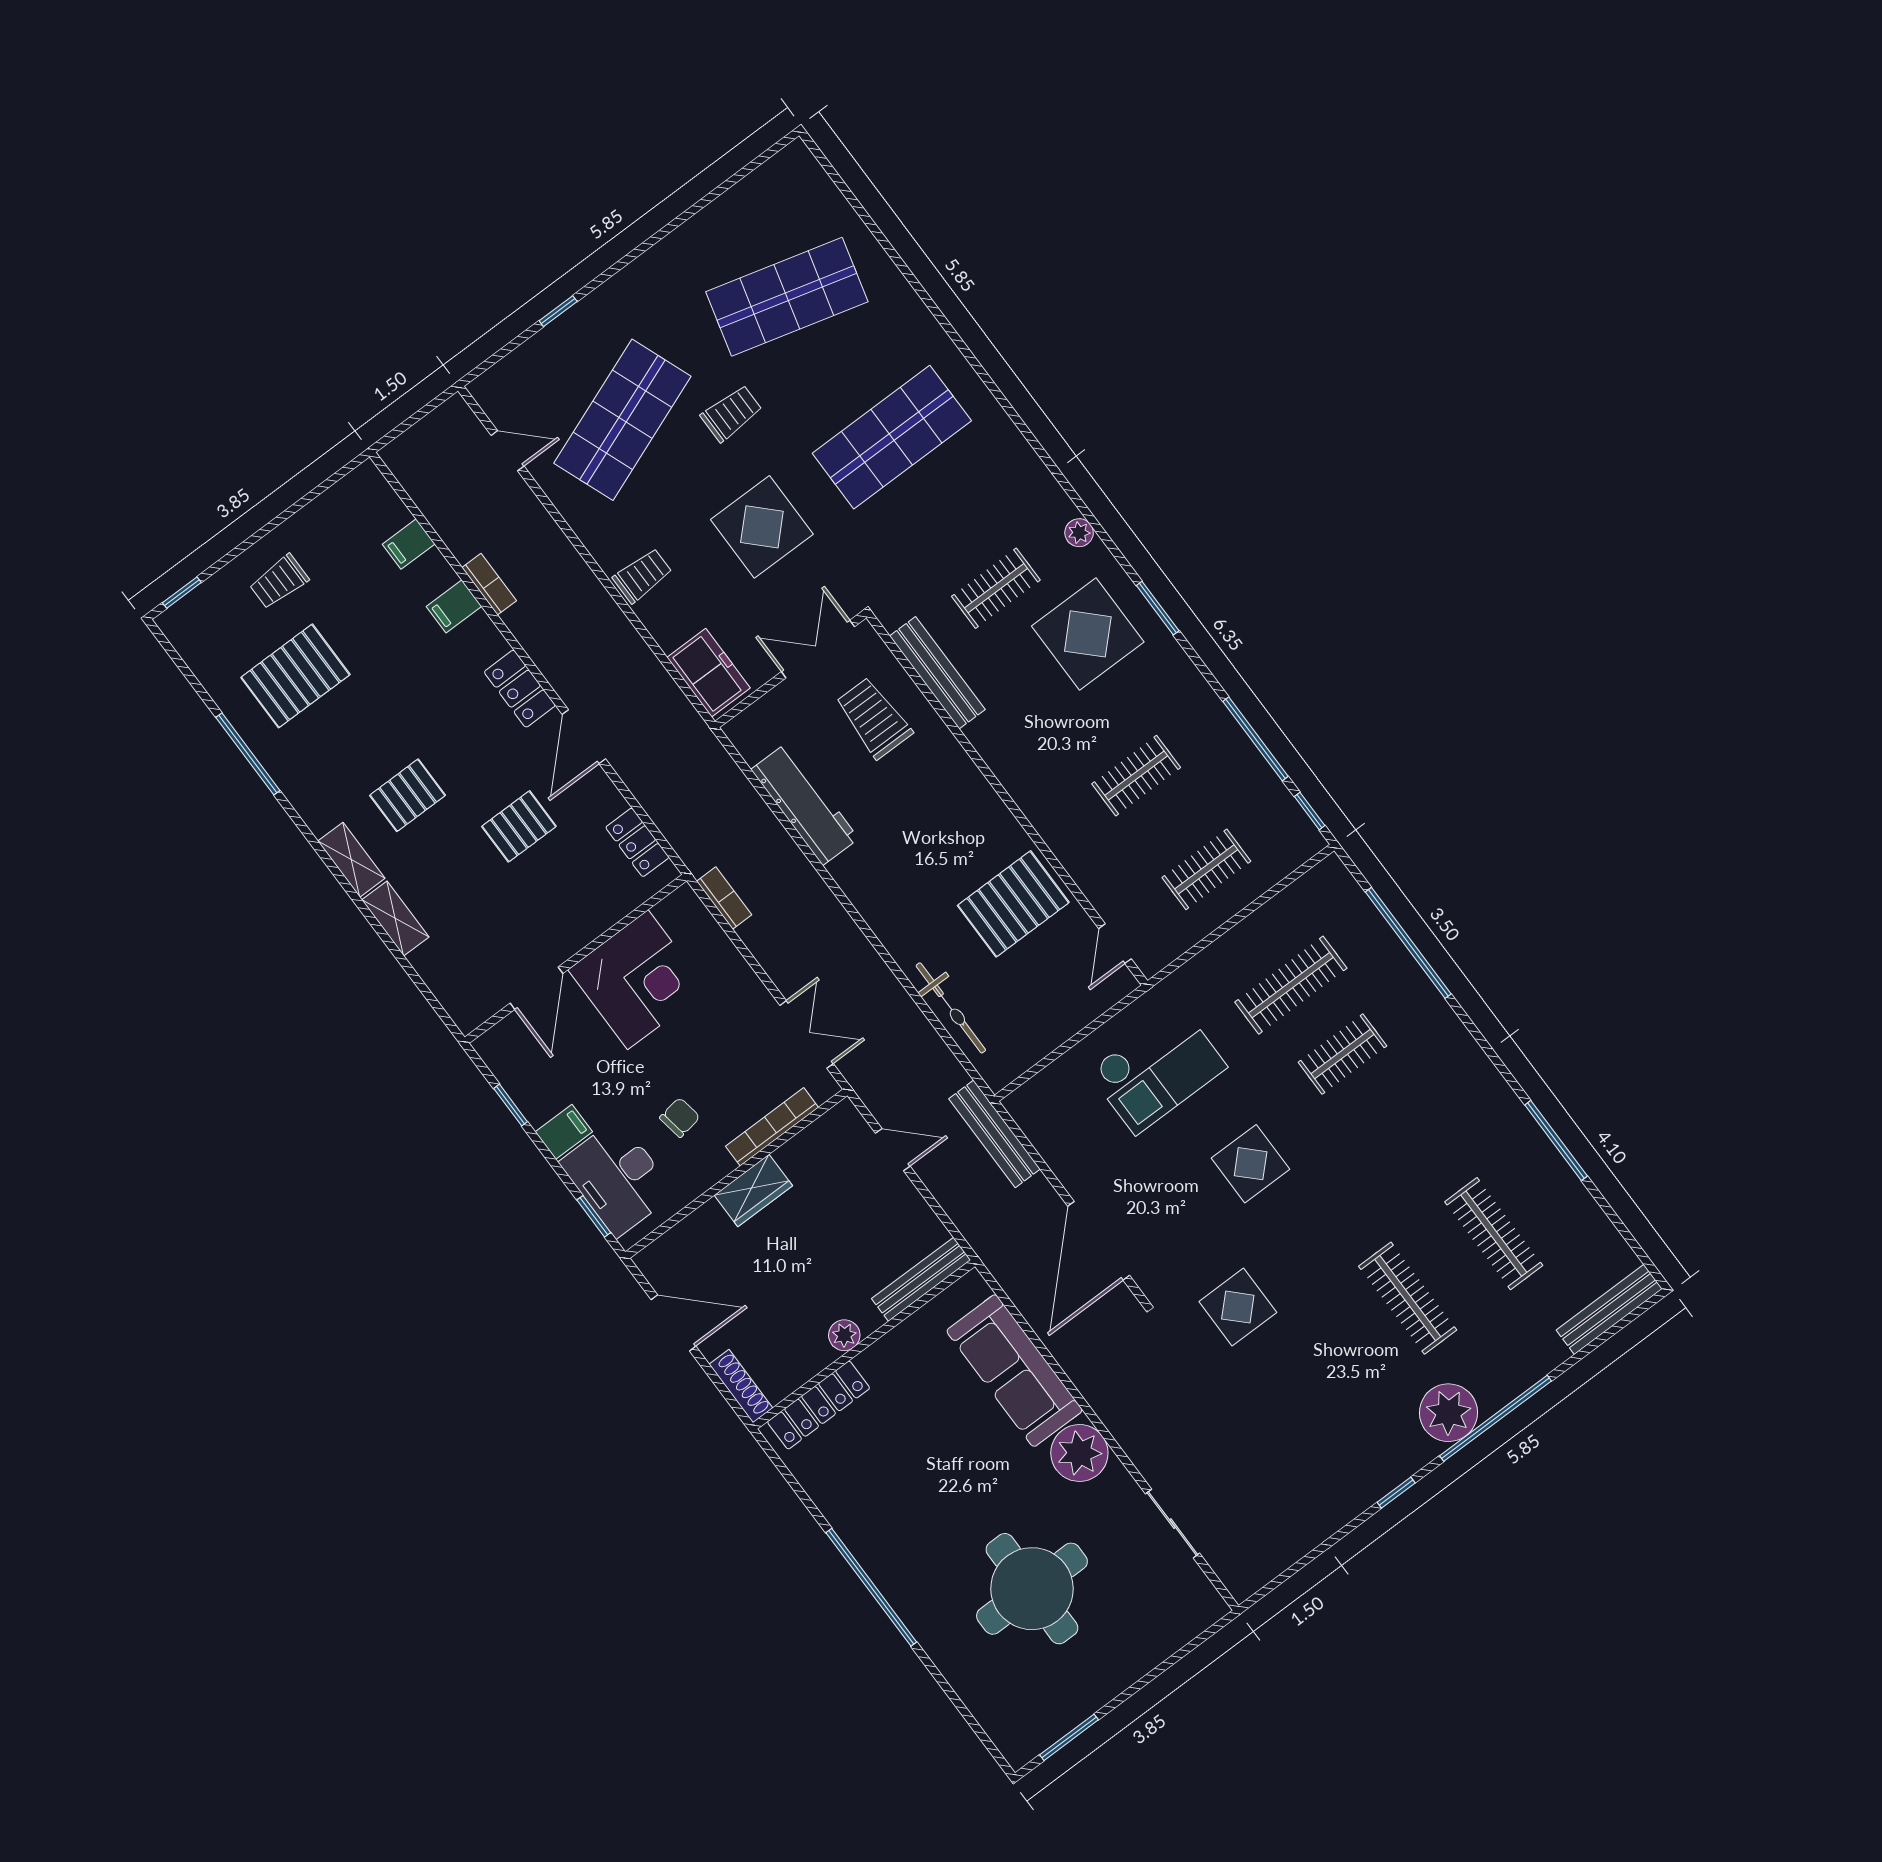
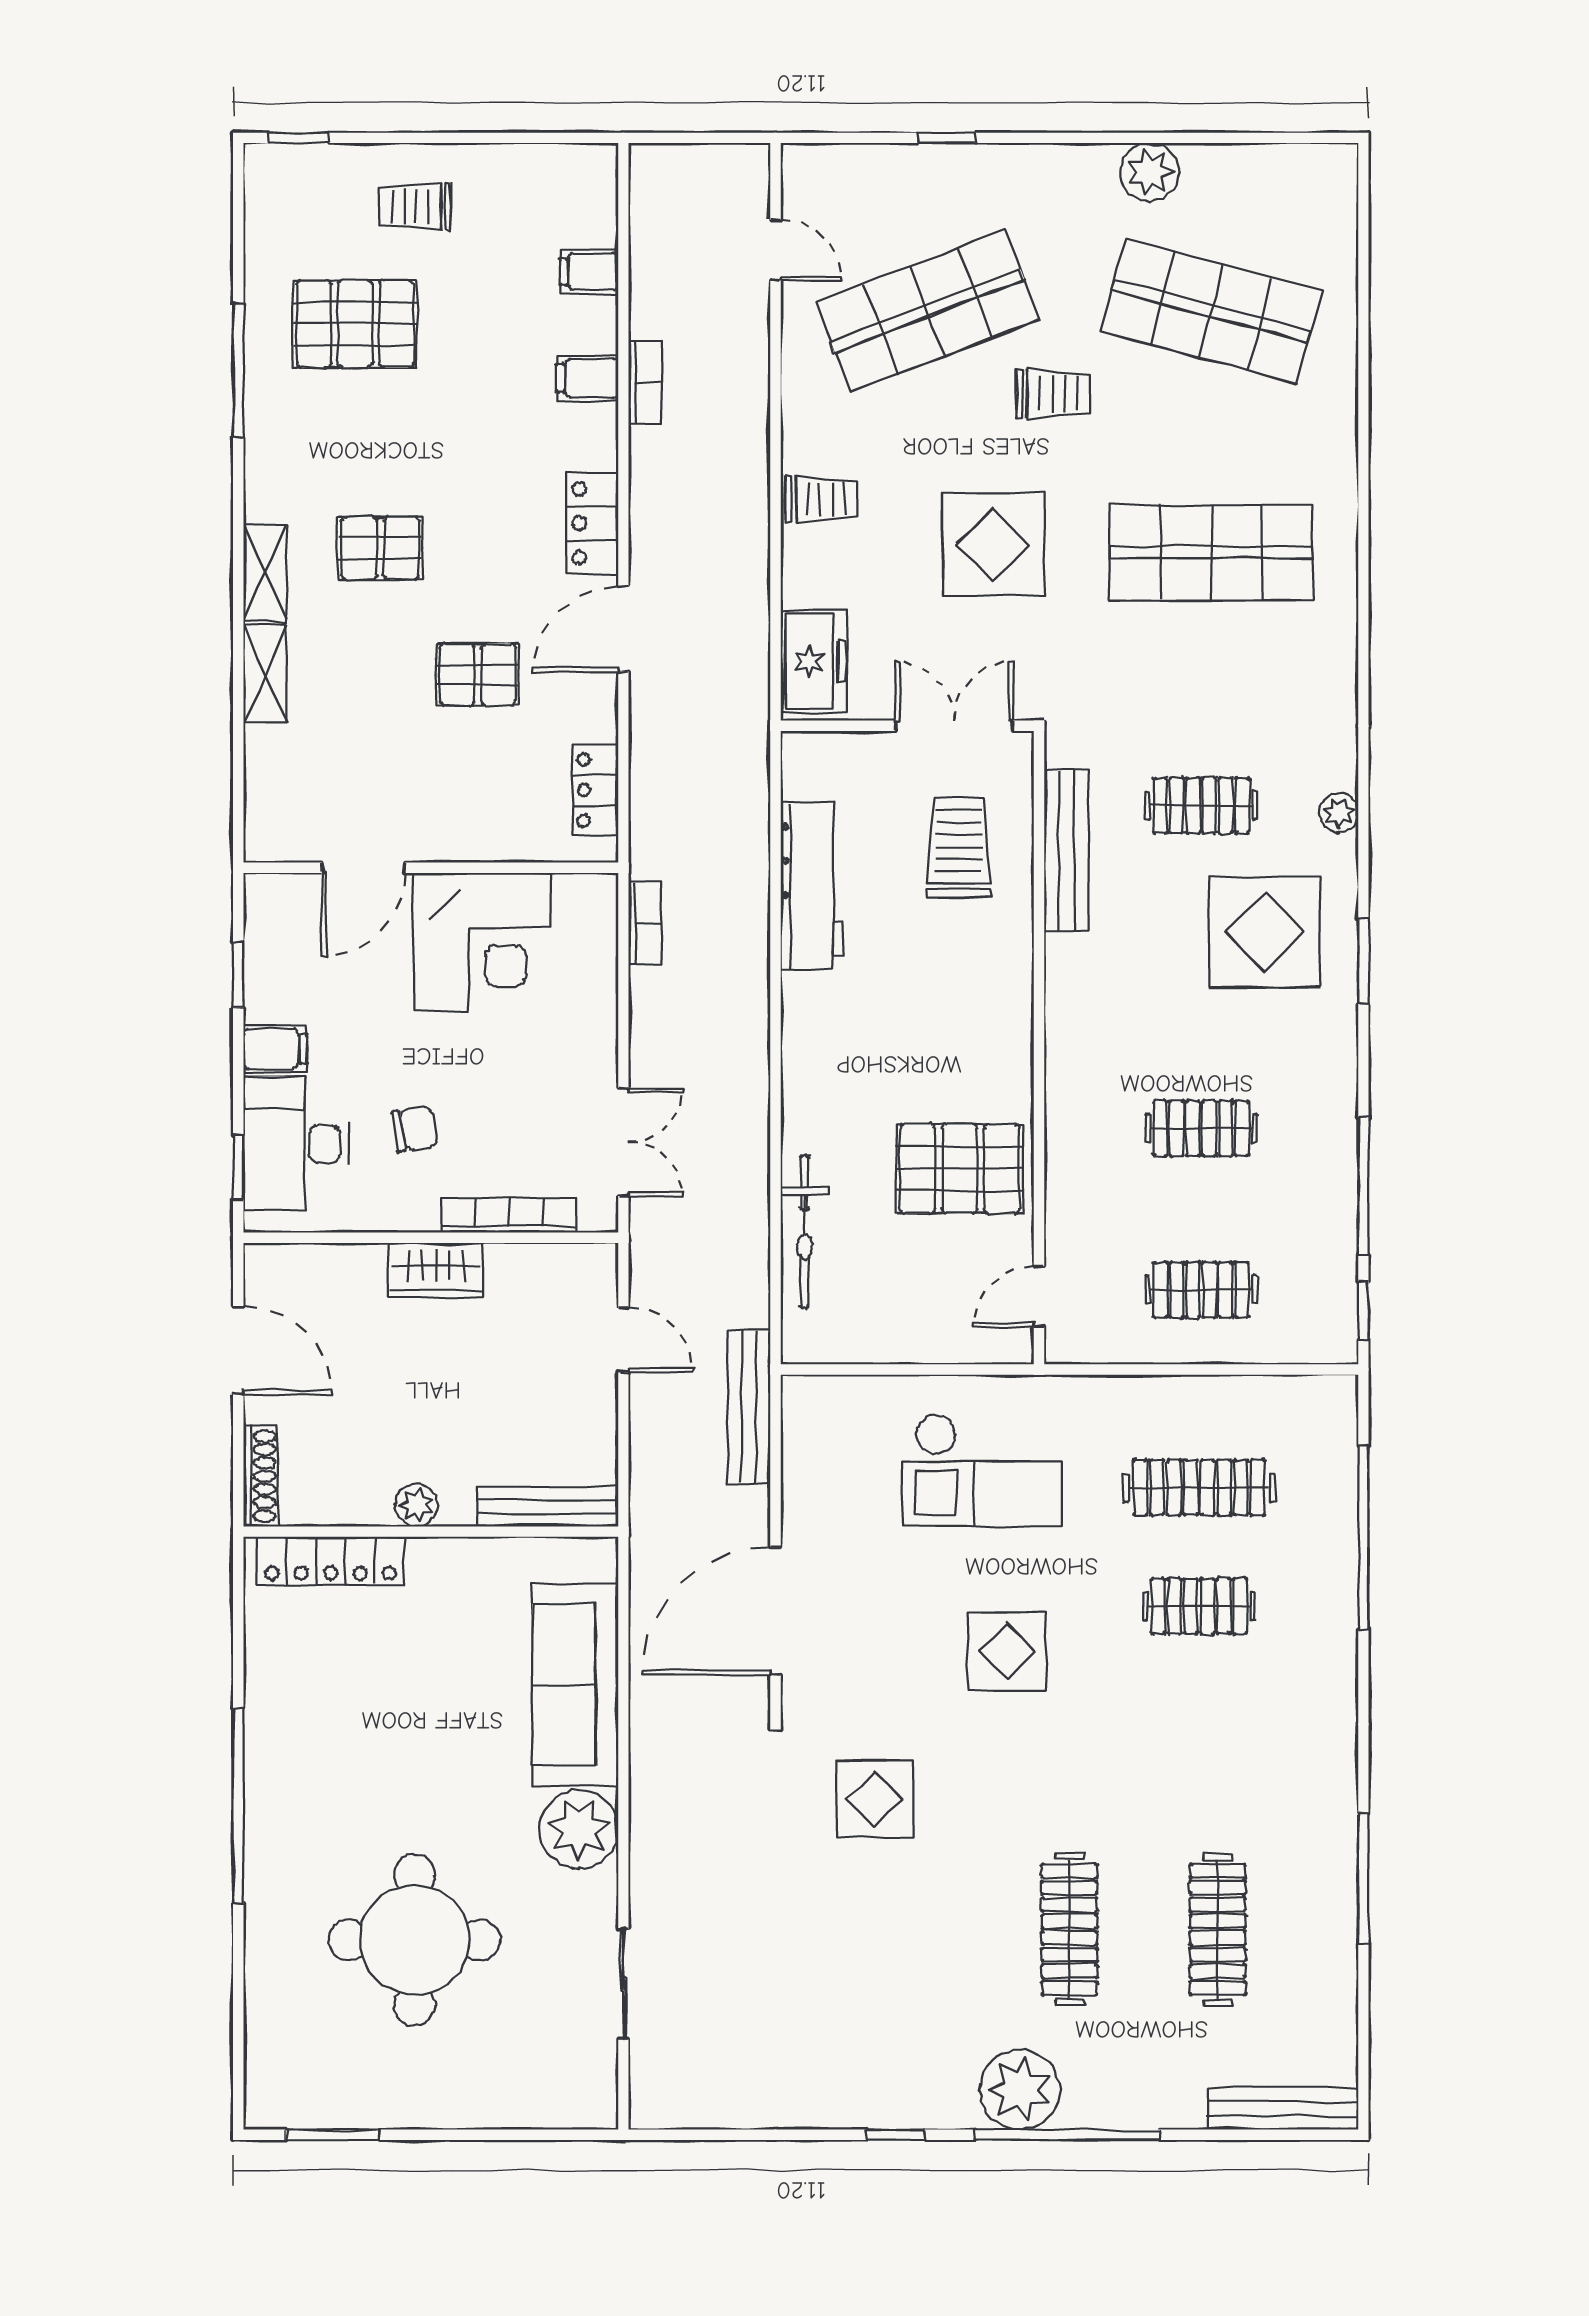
plant: (691, 243) -> (1150, 172), added

